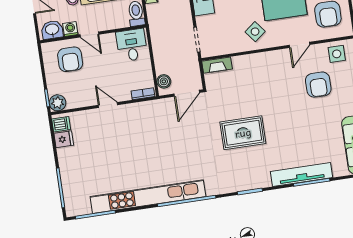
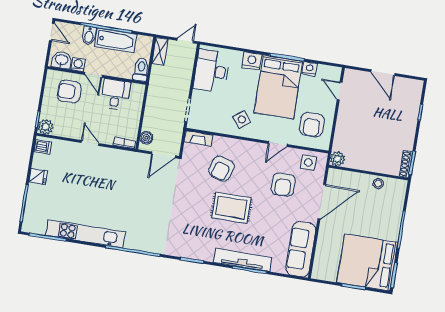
desk: (132, 45) -> (115, 94), moved
armchair: (70, 59) -> (69, 92), turned 90
armchair: (250, 88) -> (222, 169), added
rug: (243, 133) -> (231, 208), moved
fridge: (64, 139) -> (38, 176), moved
kitchen unit: (148, 197) -> (85, 234), width x0.73

